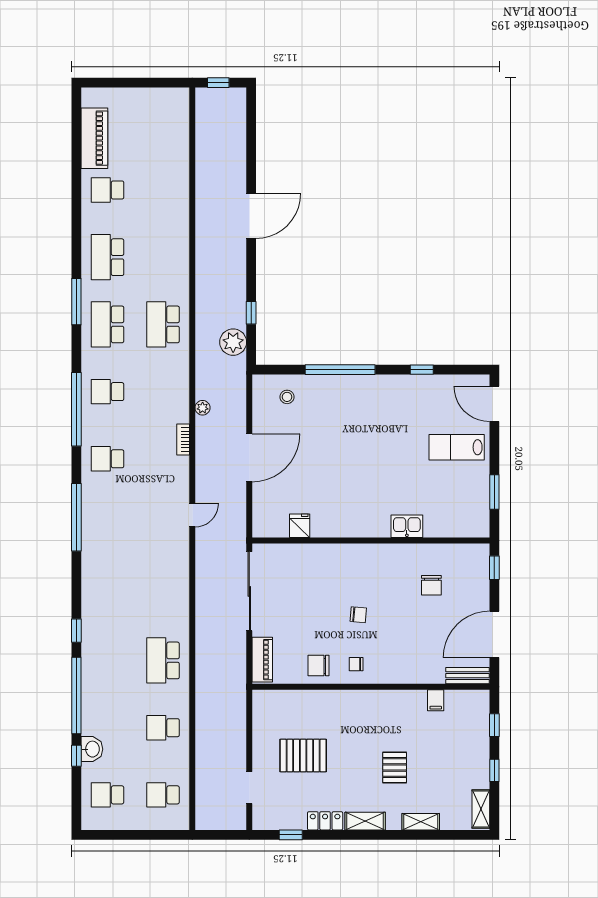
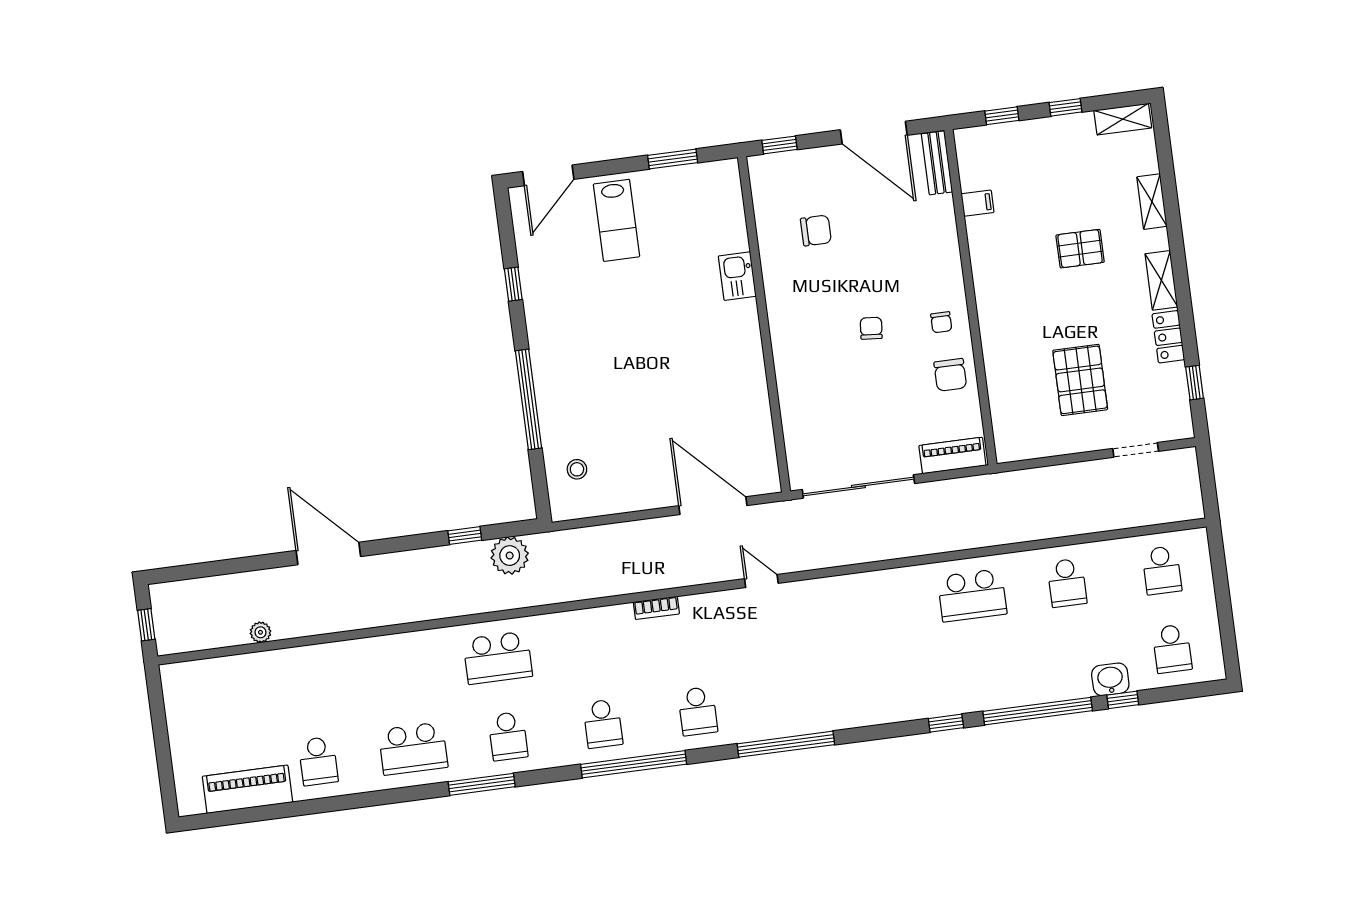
school desk: (108, 324) -> (508, 736), width x0.54
plant: (203, 408) -> (260, 632), moved
door: (249, 458) -> (713, 506), moved
fridge: (300, 526) -> (756, 428), removed

